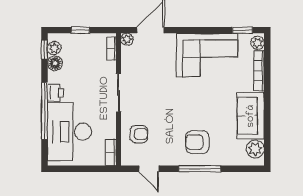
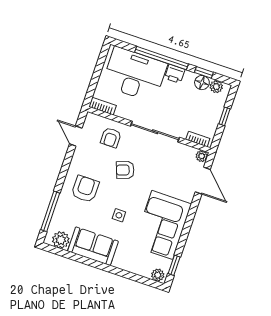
window: (44, 50) -> (204, 72), moved
bookcase: (259, 71) -> (131, 268), removed
sliding door: (118, 93) -> (155, 132), width x1.37
side table: (212, 100) -> (119, 215), added
armchair: (166, 109) -> (125, 170), added
door: (149, 169) -> (76, 136), hinge flipped
window: (200, 169) -> (50, 211), moved

